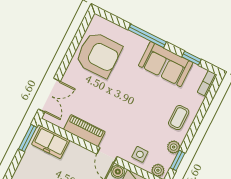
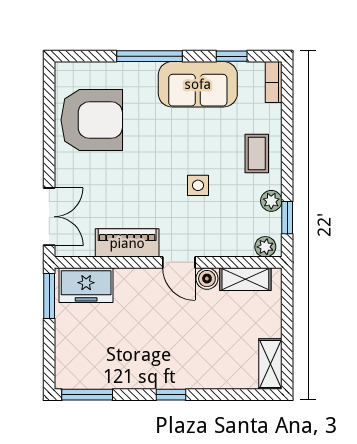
side table: (140, 154) -> (198, 185), moved

